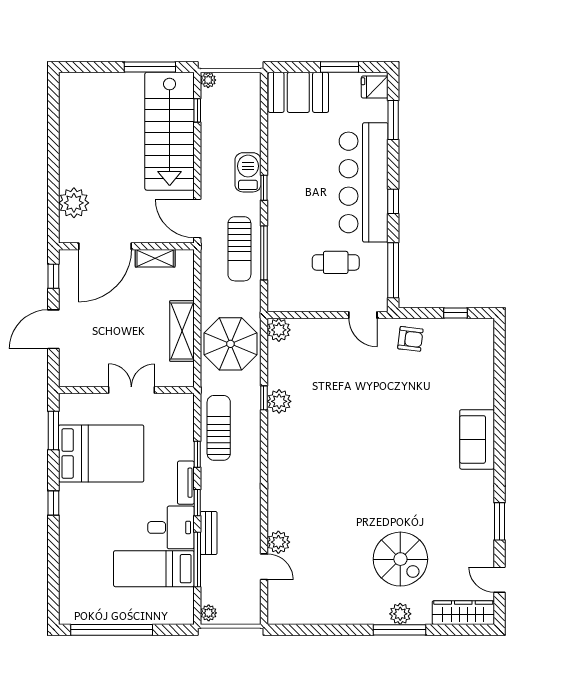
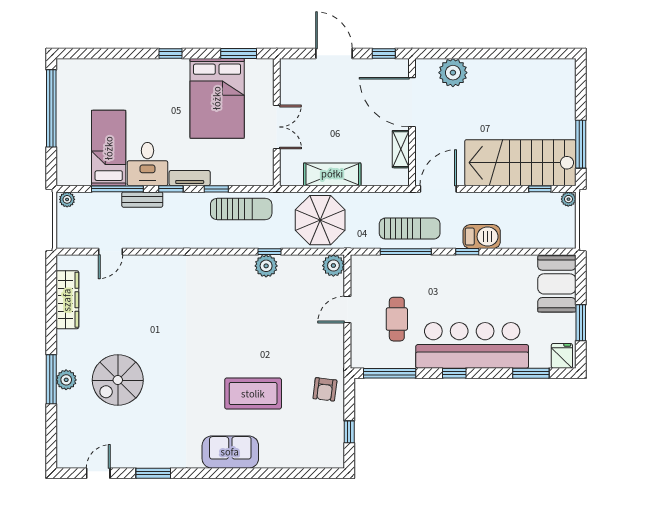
sun lounger: (239, 249) -> (410, 229), turned 180
door: (363, 315) -> (347, 310), moved
coffee table: (415, 415) -> (253, 394), added
plant: (278, 542) -> (134, 265), removed
wardrobe: (463, 613) -> (67, 300), moved

